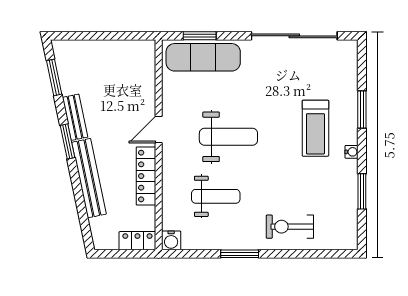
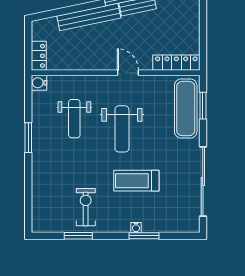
treadmill: (315, 128) -> (136, 181), moved
water cooler: (352, 152) -> (136, 227), moved
locker: (146, 176) -> (176, 63), moved
exercise bike: (290, 227) -> (86, 207), moved

